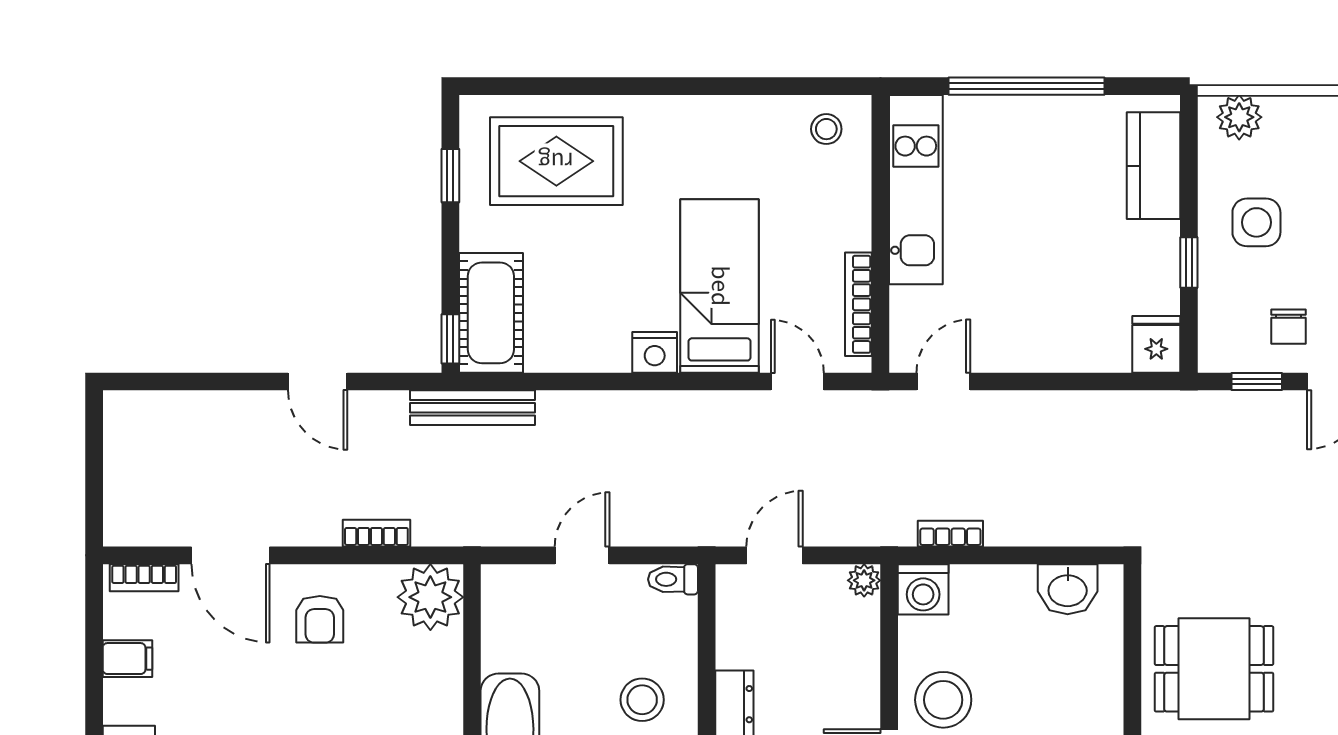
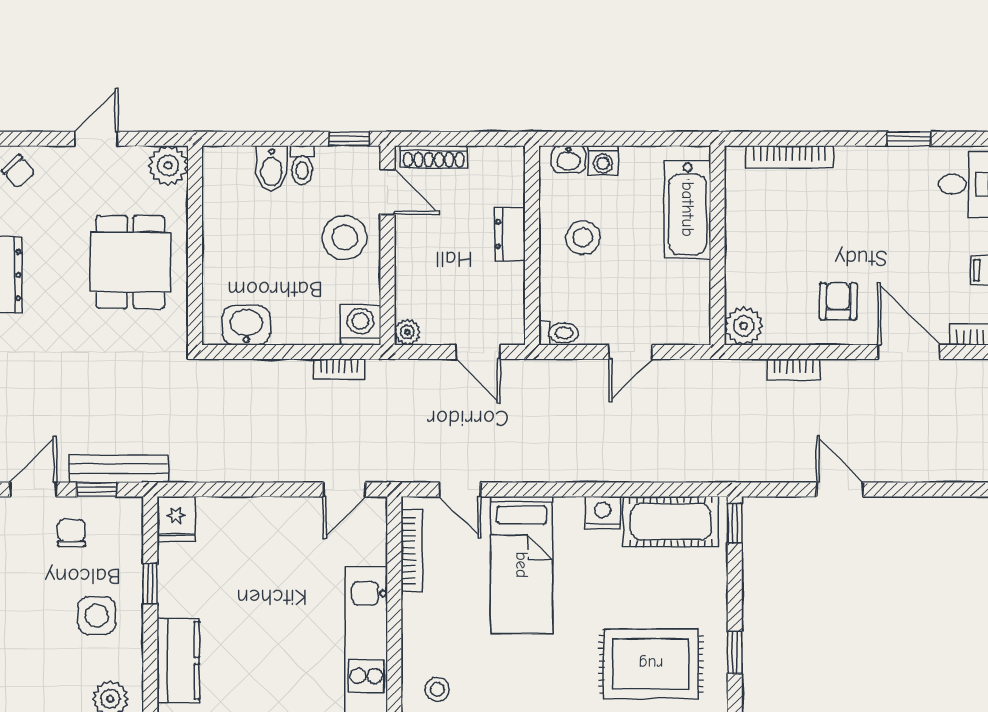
cot: (491, 313) -> (671, 522), moved, turned 90
nightstand: (655, 352) -> (603, 513), moved
bench: (473, 408) -> (119, 469), moved
door: (774, 555) -> (478, 352), hinge flipped
plant: (430, 597) -> (744, 326), width x0.73, depth x0.73
dining table: (1214, 669) -> (130, 262), turned 90

